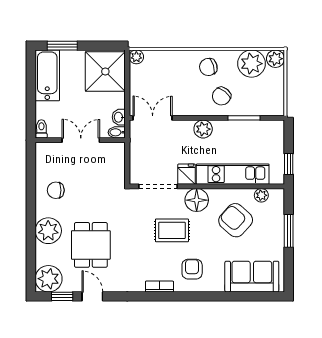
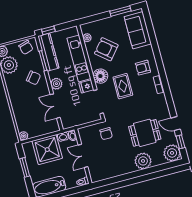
window: (62, 46) -> (25, 167), moved
chair: (208, 67) -> (26, 47), moved
shower: (105, 71) -> (47, 150), moved
double door: (153, 118) -> (55, 106), moved
kitchen counter: (255, 130) -> (48, 52), added
window: (289, 164) -> (48, 30), moved
chair: (56, 190) -> (106, 134), moved
armchair: (236, 220) -> (106, 49), turned 88
window: (289, 231) -> (120, 11), moved
door: (92, 296) -> (176, 124), hinge flipped

